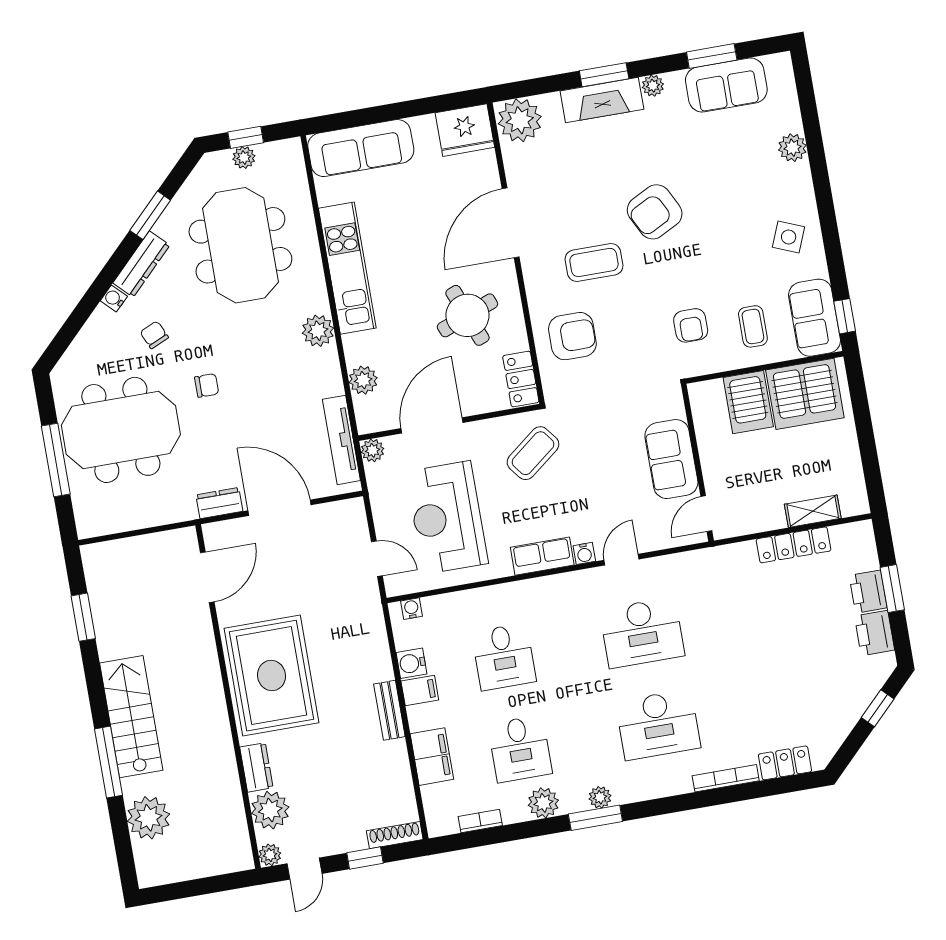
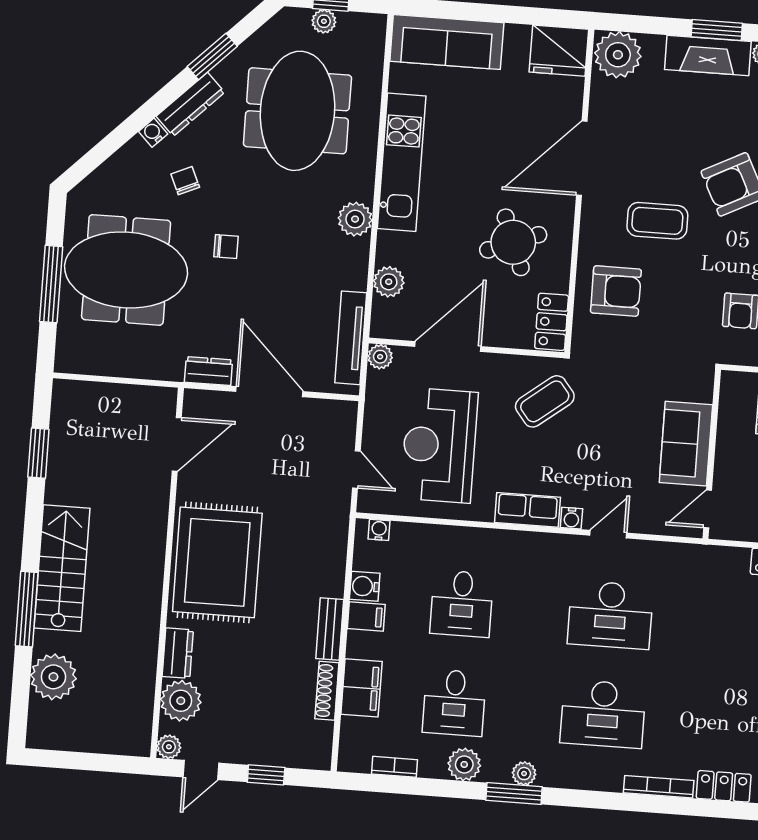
shoe rack: (395, 835) -> (327, 691), moved, turned -90

